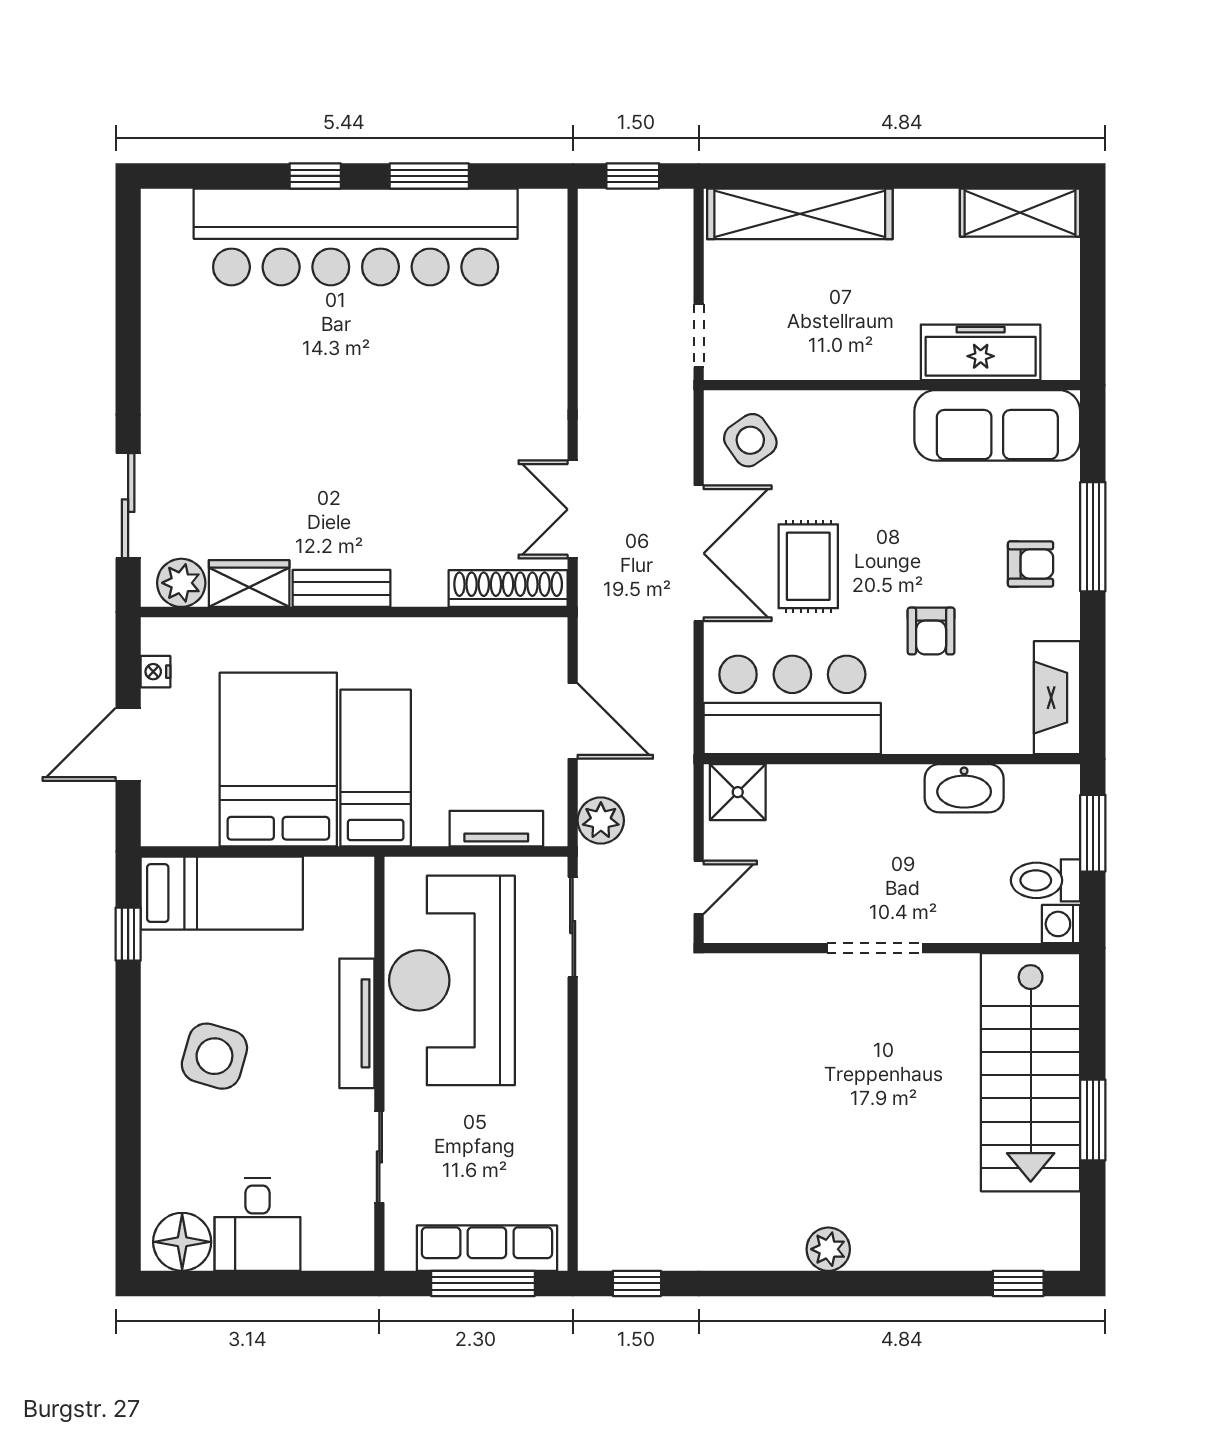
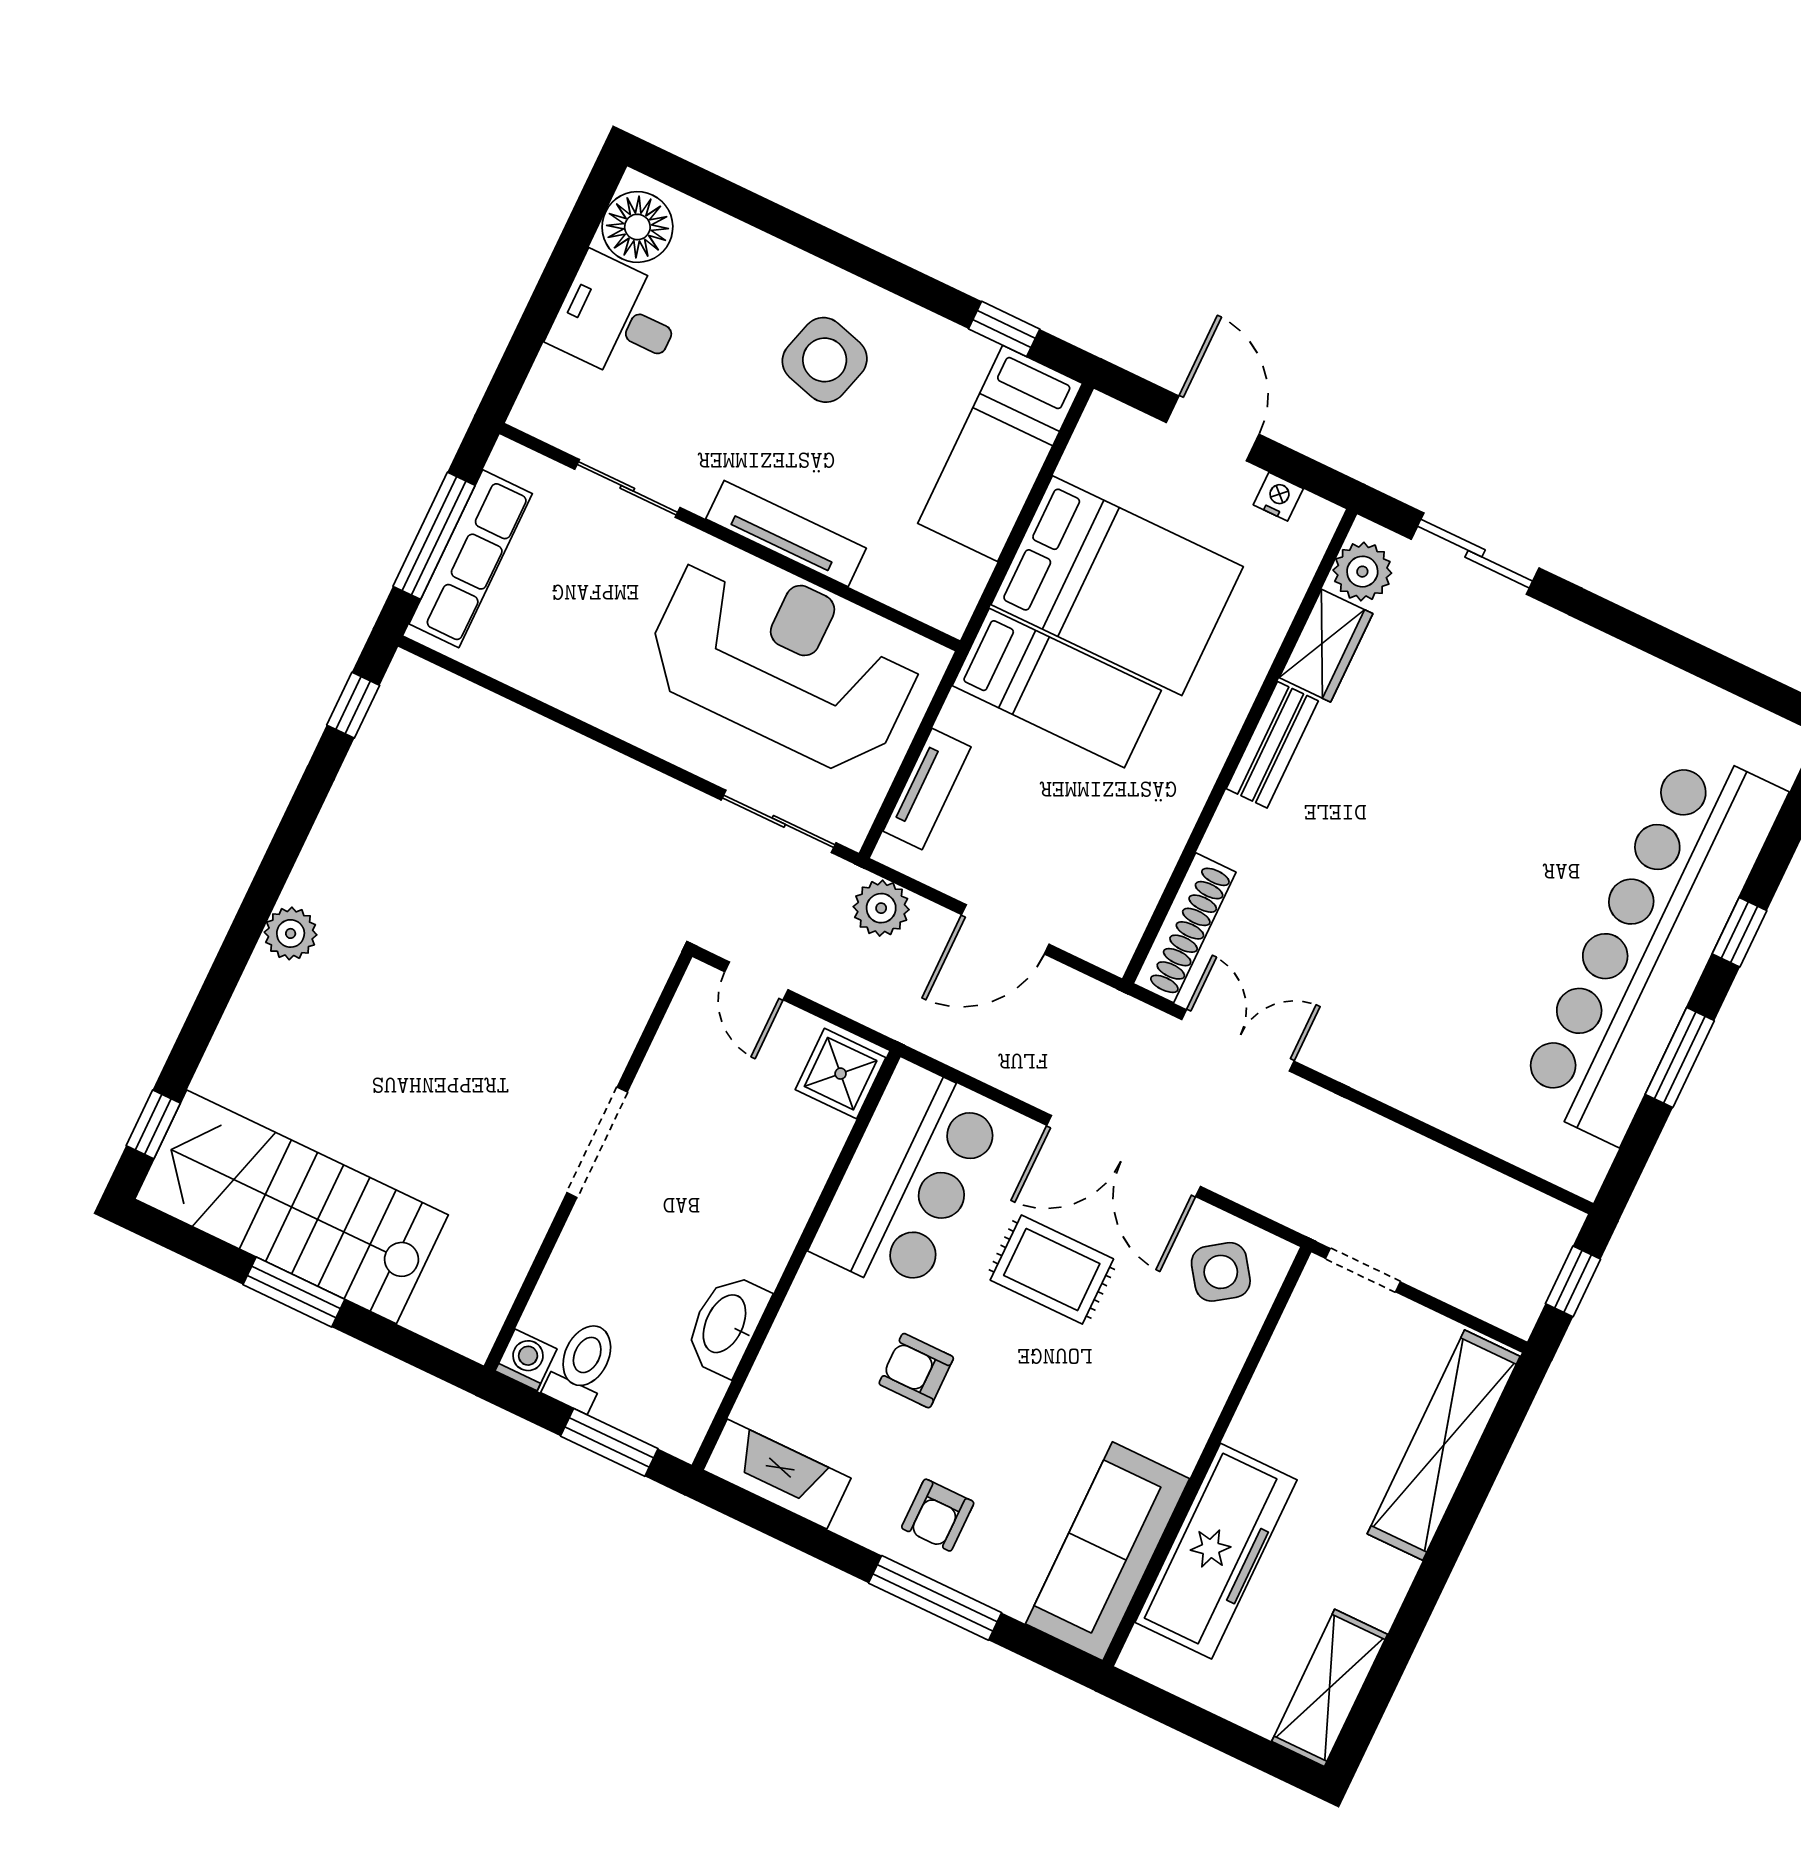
freezer: (981, 352) -> (1216, 1551), width x1.36, depth x1.26
stairs: (1031, 1072) -> (292, 1207), moved

